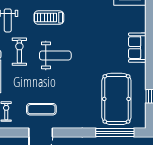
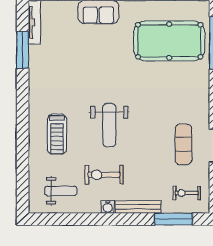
weight bench: (55, 55) -> (109, 125), turned 180

